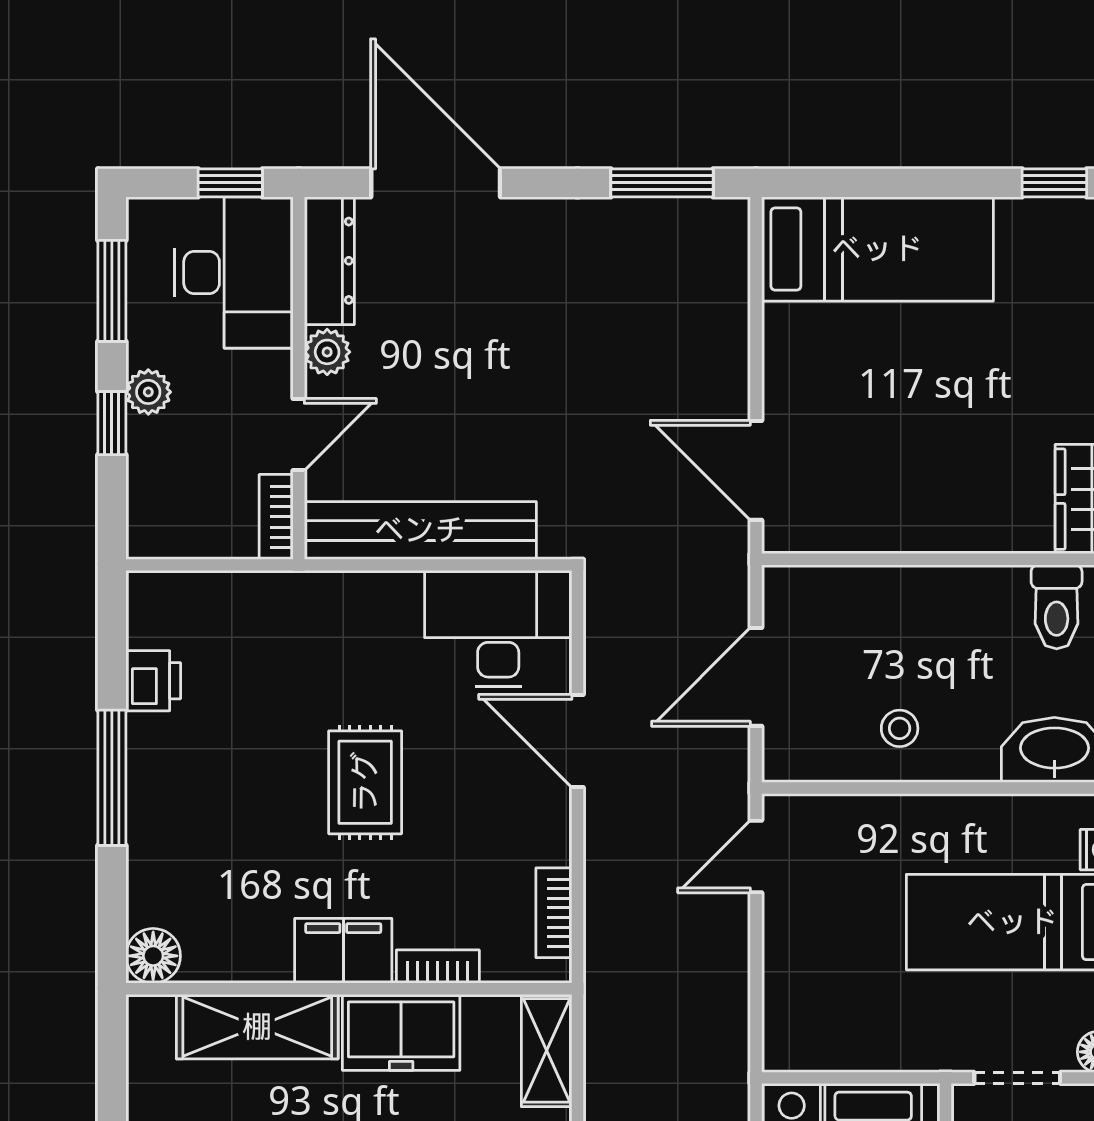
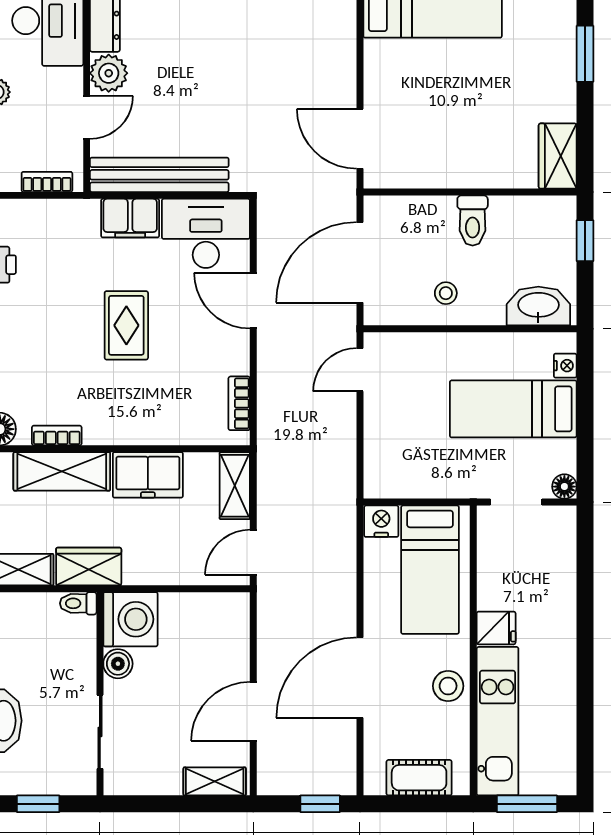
plant: (327, 352) -> (109, 73), width x1.38, depth x1.38
bookcase: (276, 517) -> (47, 182), moved, turned 90
toilet: (1057, 607) -> (473, 221), moved
door: (756, 677) -> (360, 262), width x1.36
filing cabinet: (343, 951) -> (130, 218), moved, turned 180
bookcase: (438, 967) -> (57, 435), moved

